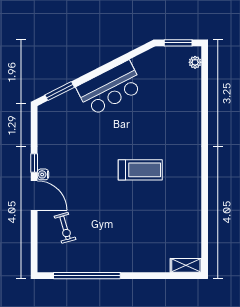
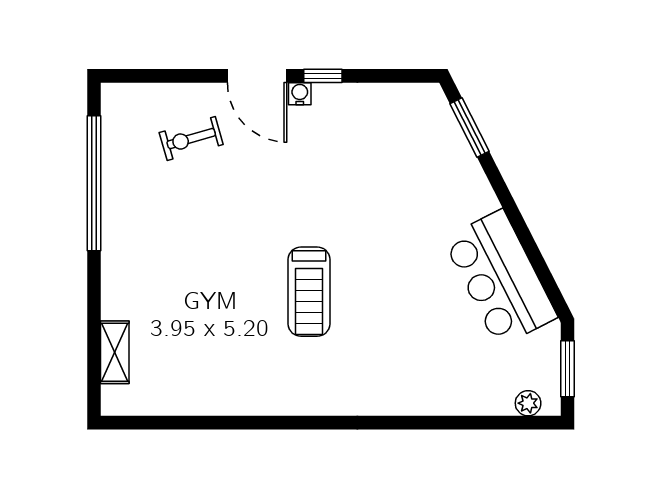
bar counter: (110, 88) -> (500, 278), moved
door: (34, 195) -> (257, 76), hinge flipped
shelving: (186, 265) -> (115, 352), moved

